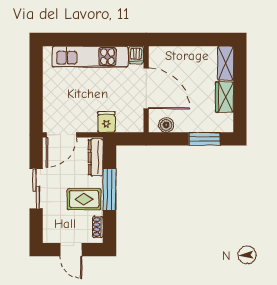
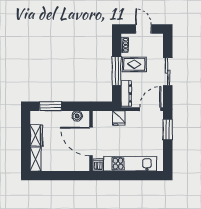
window: (36, 106) -> (168, 129), added

